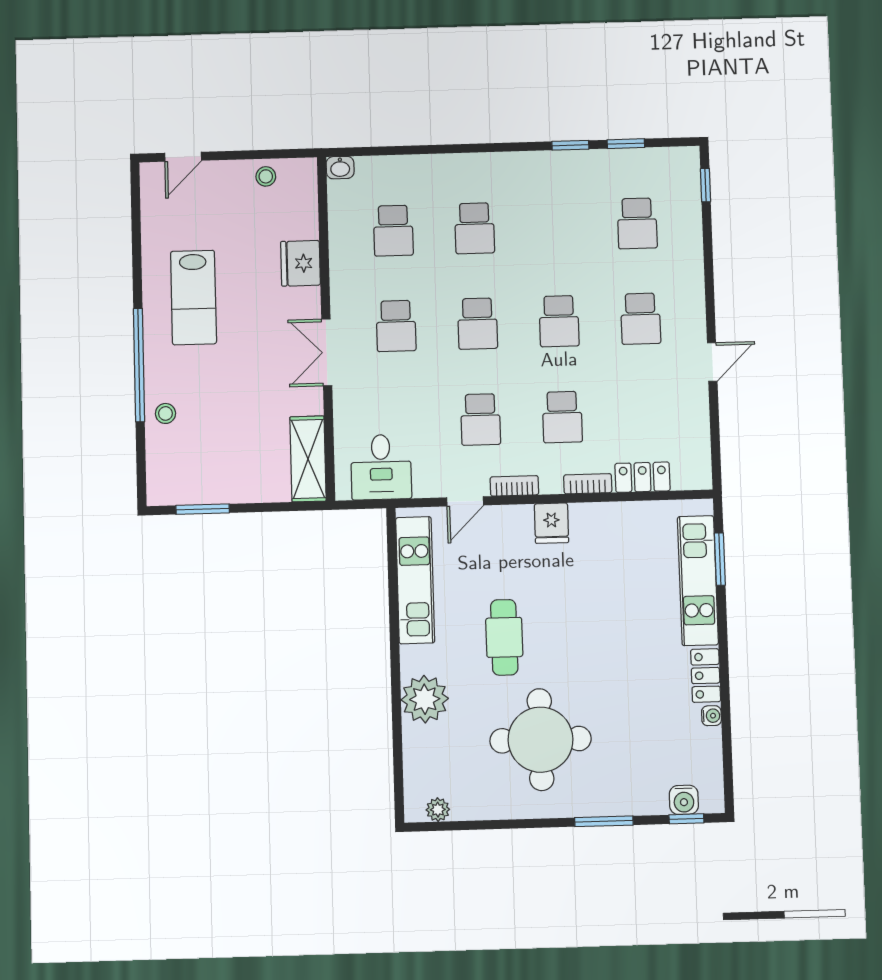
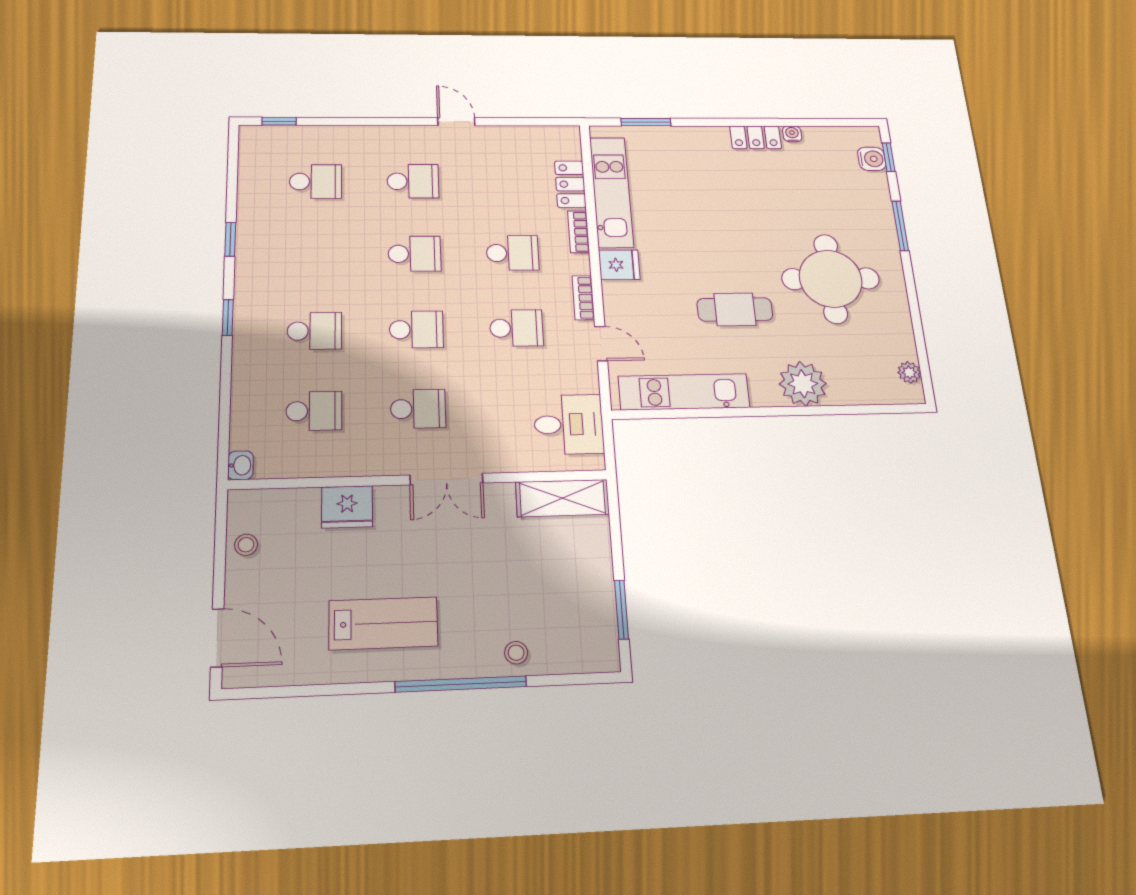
window: (626, 144) -> (228, 317), moved
door: (183, 157) -> (217, 638), width x1.38
kitchen unit: (698, 581) -> (611, 192), moved, turned -90

